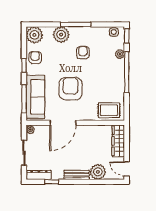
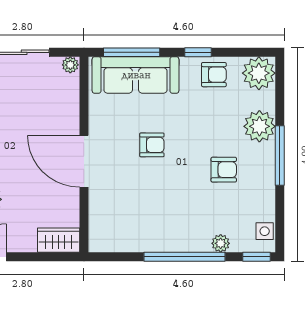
armchair: (70, 89) -> (152, 145), width x0.53, depth x0.53
rug: (109, 110) -> (109, 221), removed
door: (63, 123) -> (84, 161), moved
wardrobe: (118, 141) -> (59, 240), width x0.67

